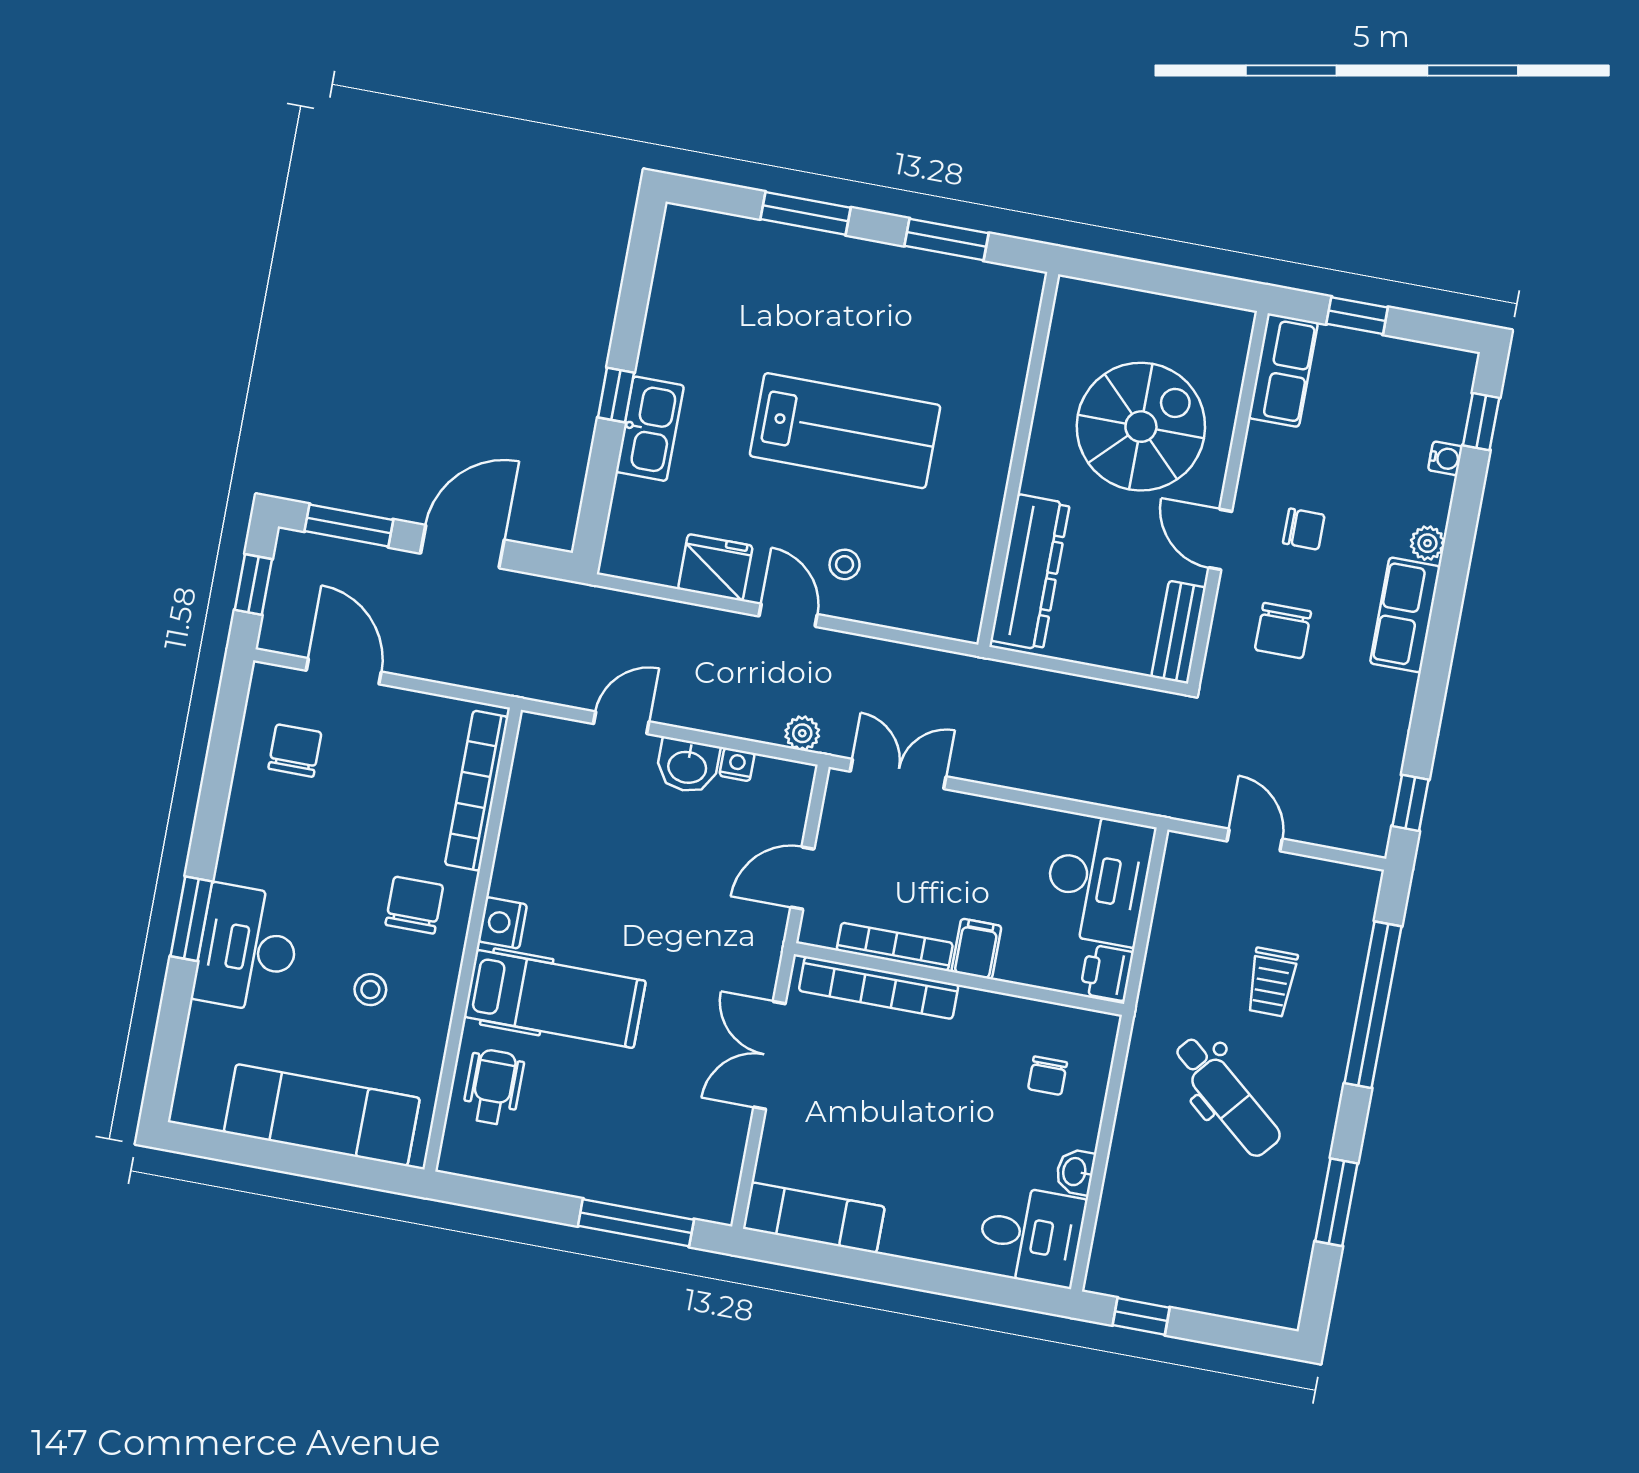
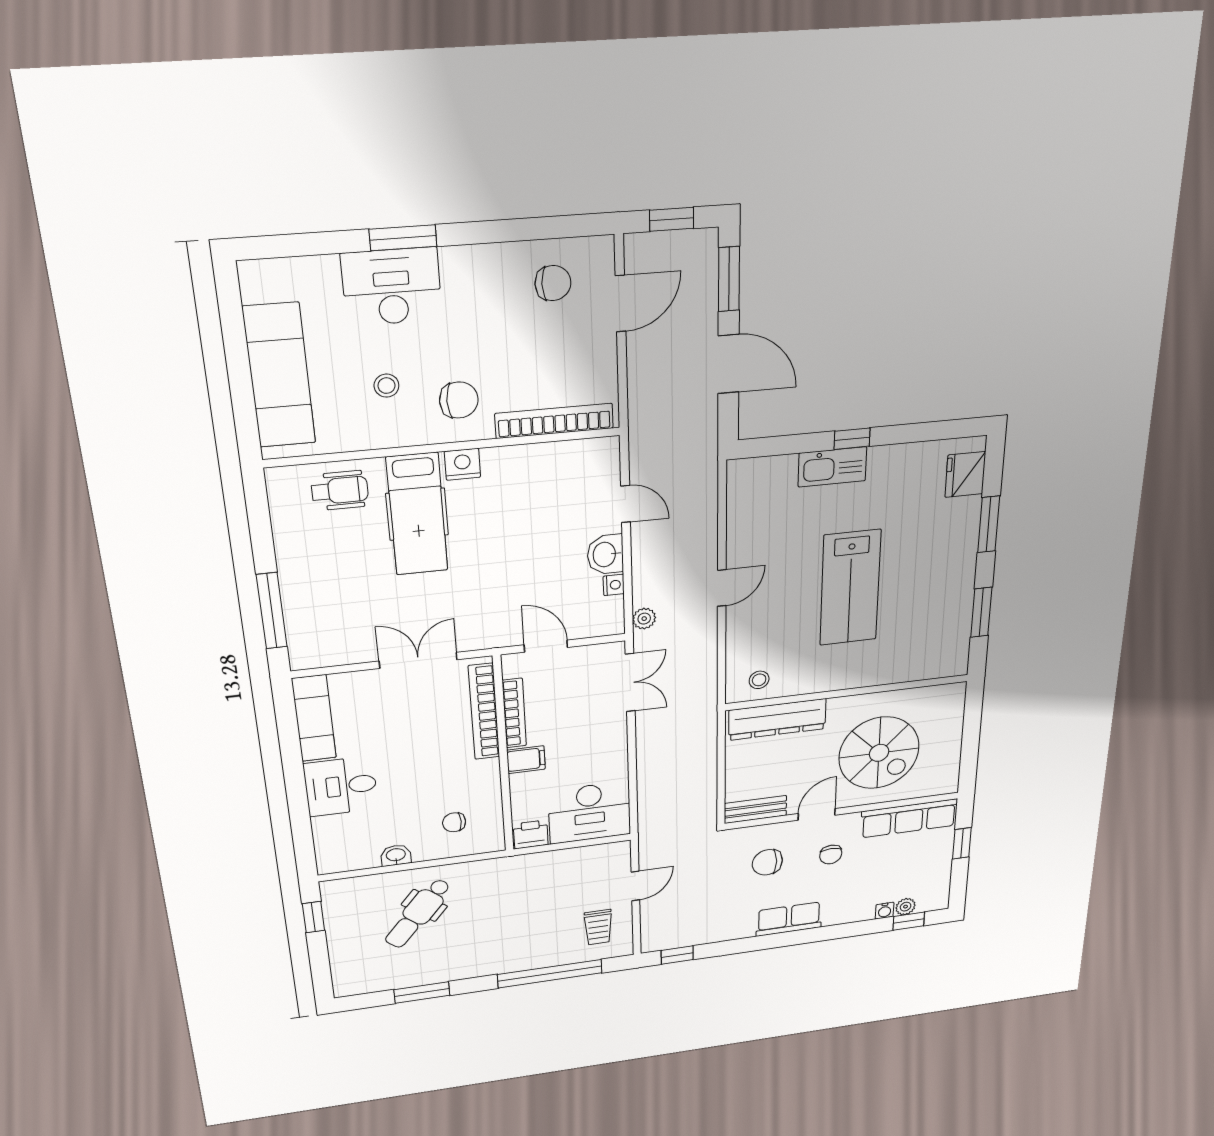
row of seats: (1283, 370) -> (909, 818), width x1.48
plant: (1427, 543) -> (906, 907), moved
stool: (845, 564) -> (759, 680), moved
fridge: (715, 567) -> (965, 474), moved, turned 180
trolley: (1272, 982) -> (598, 927), moved, turned -90
dental chair: (1227, 1096) -> (418, 913), moved
desk: (1031, 1236) -> (341, 786), moved, turned 90

